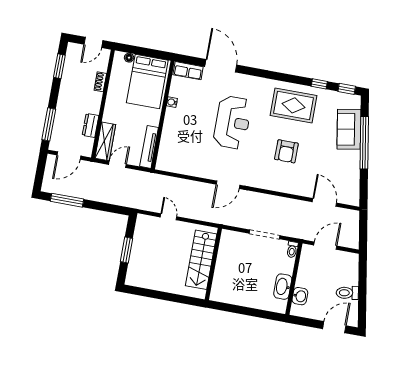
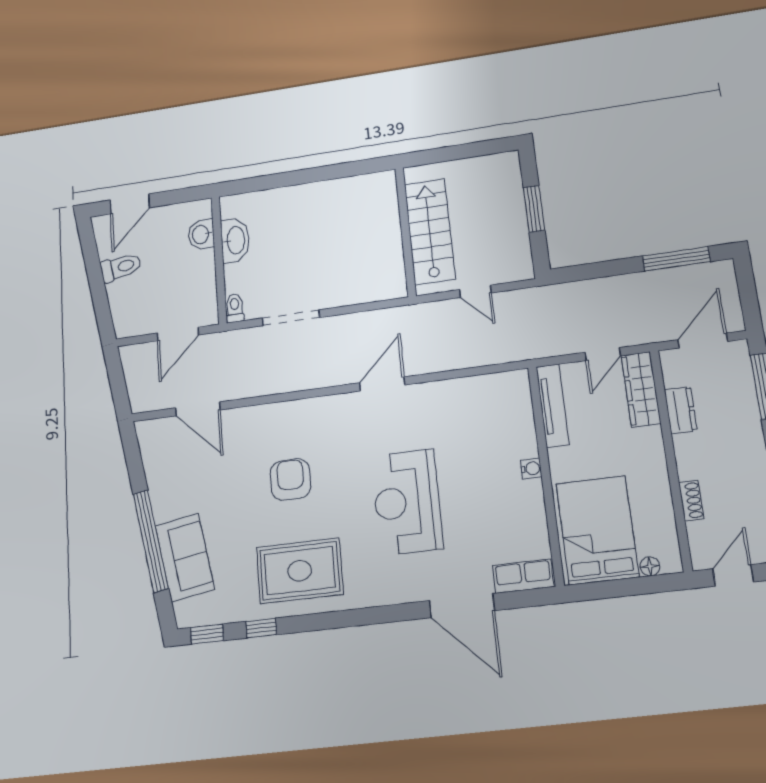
water cooler: (172, 102) -> (531, 468), moved
stairs: (201, 260) -> (430, 231), moved
wall: (213, 264) -> (406, 232), moved

